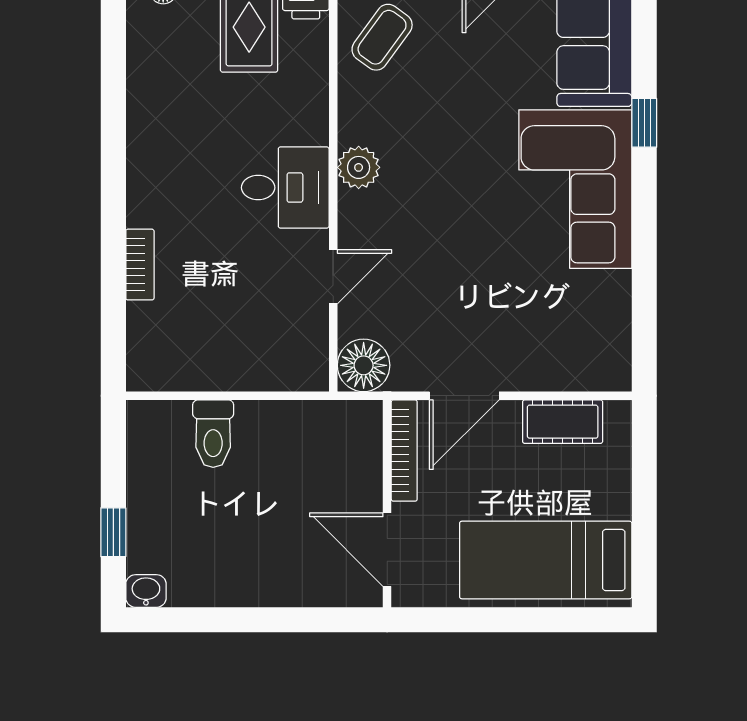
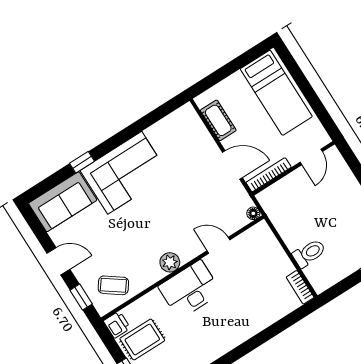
desk: (285, 188) -> (190, 290), width x1.37
bookcase: (140, 265) -> (300, 287), moved, turned -90
floor lamp: (364, 365) -> (253, 213), width x0.53, depth x0.53
door: (387, 550) -> (311, 157), width x0.73

